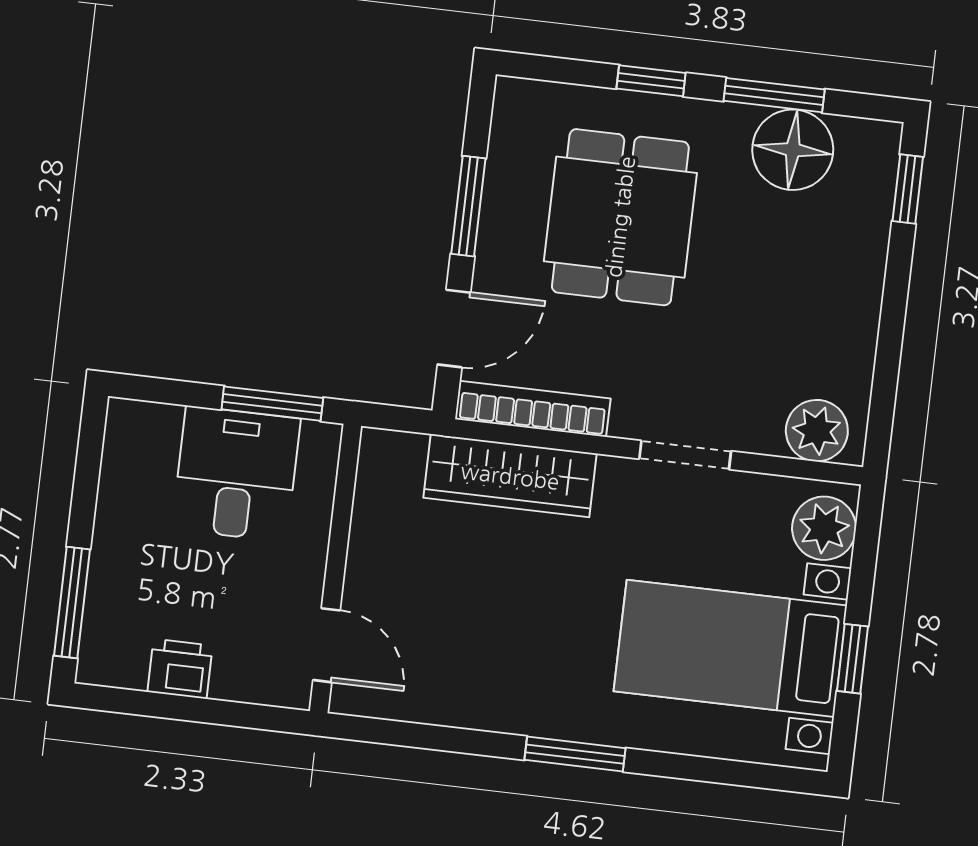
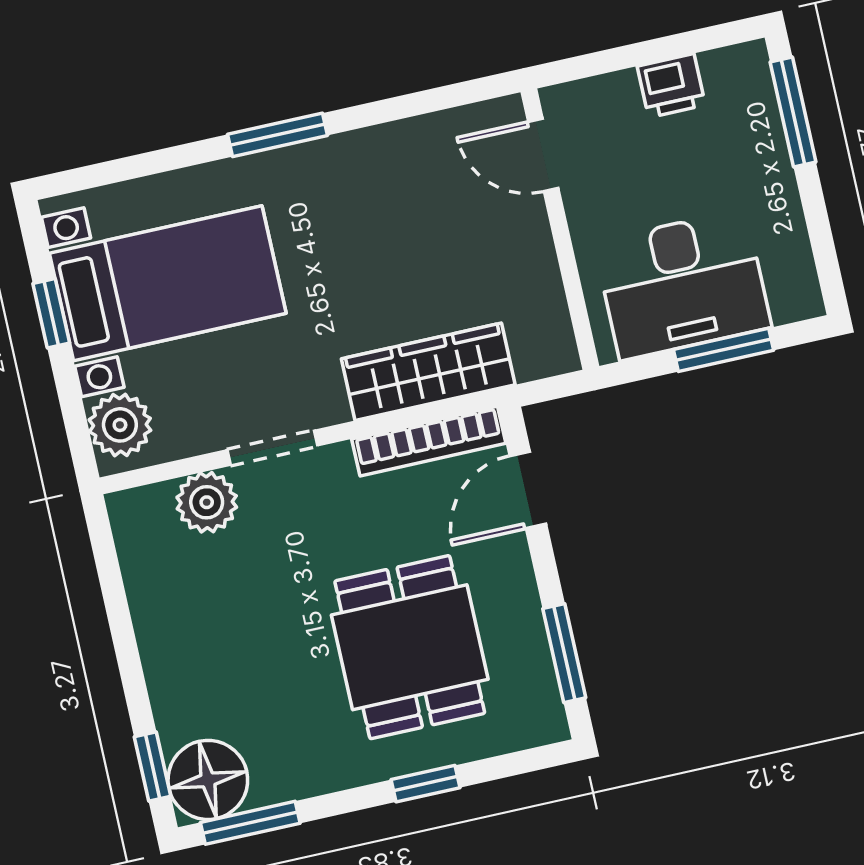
window: (774, 95) -> (250, 823), moved
floor lamp: (793, 150) -> (208, 780), moved
window: (468, 206) -> (564, 653), moved
window: (272, 404) -> (723, 350), moved
plant: (817, 431) -> (207, 502), moved
desk: (236, 474) -> (683, 285), width x1.37

